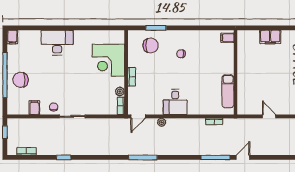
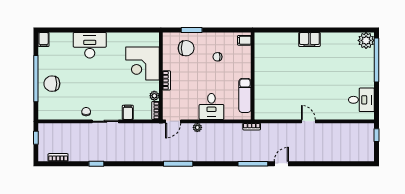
filing cabinet: (227, 38) -> (244, 40), moved
wall: (235, 72) -> (253, 76), moved
exam couch: (228, 91) -> (245, 95), moved
filing cabinet: (34, 108) -> (128, 112), moved

